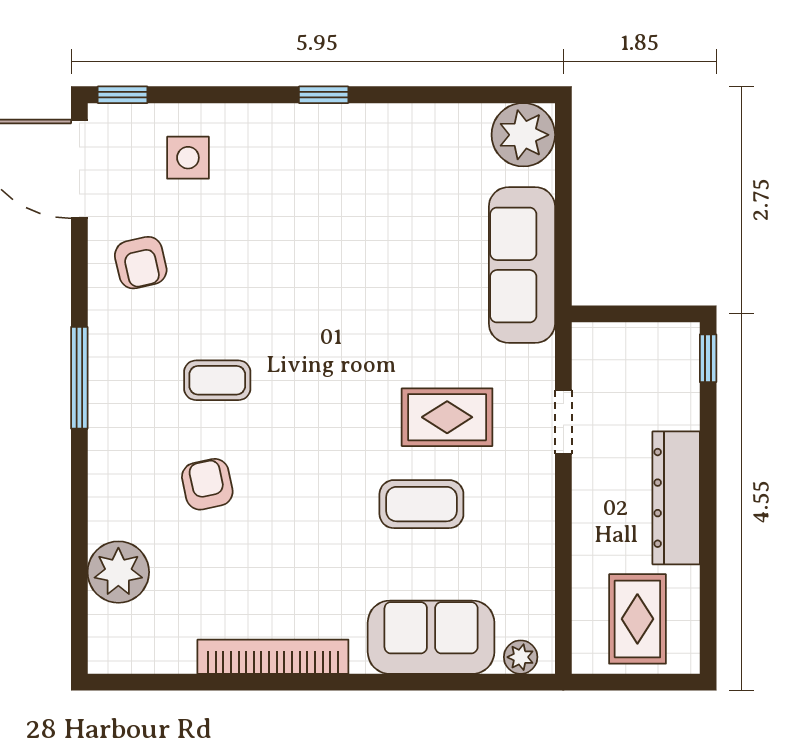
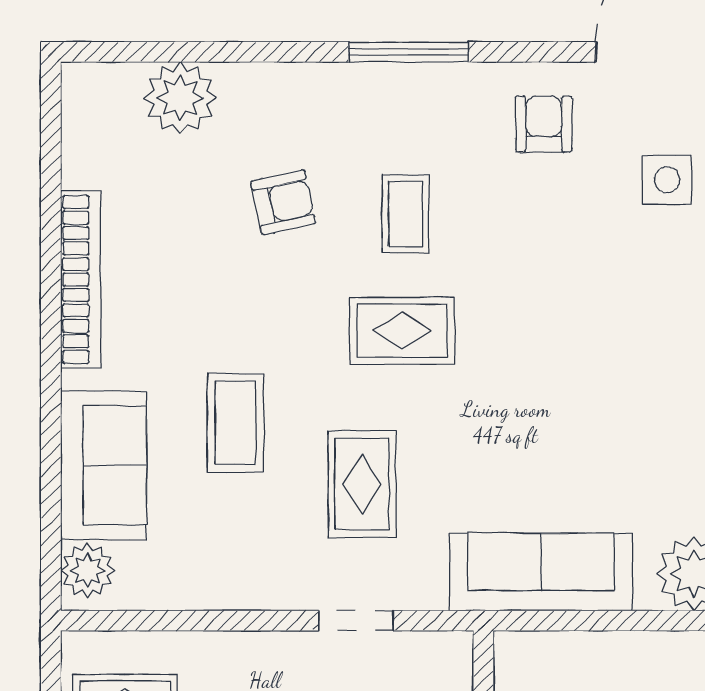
armchair: (141, 263) -> (544, 124), turned 103
rug: (317, 383) -> (402, 331), added
coffee table: (421, 504) -> (235, 423), moved
plant: (521, 657) -> (88, 570), width x1.38, depth x1.38

